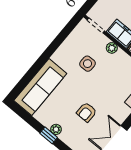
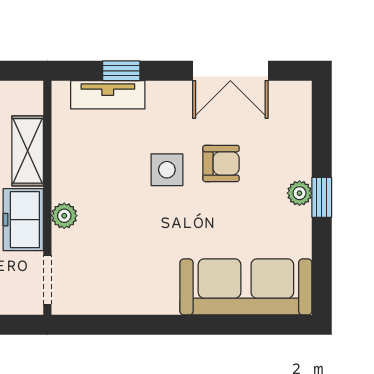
side table: (88, 64) -> (167, 170), moved

